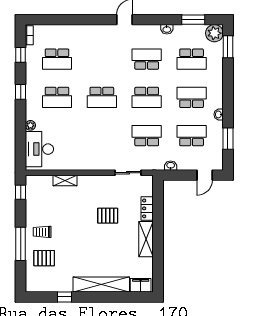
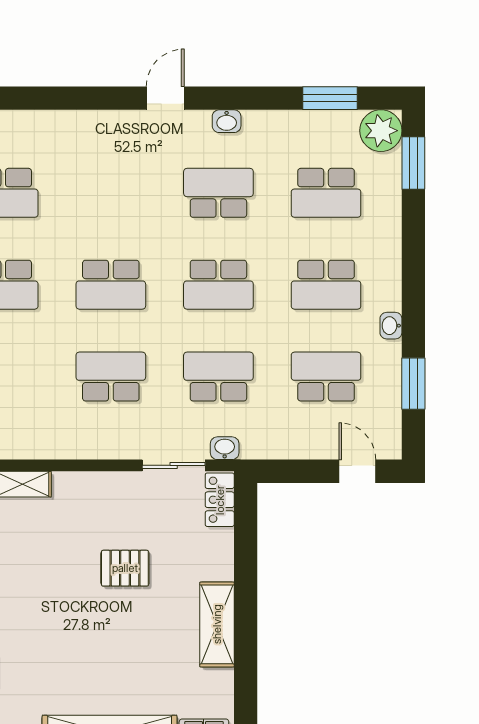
washbasin: (167, 29) -> (227, 121), moved
school desk: (192, 97) -> (326, 285), turned 180
school desk: (102, 136) -> (111, 377), added
washbasin: (171, 166) -> (225, 448), moved
door: (205, 175) -> (357, 471), swing flipped
locker: (147, 208) -> (220, 500), moved

